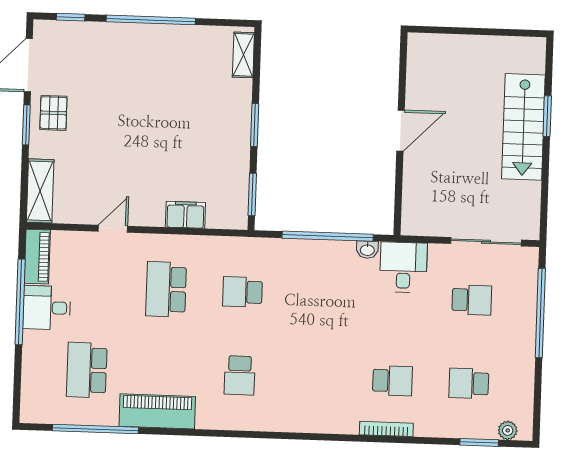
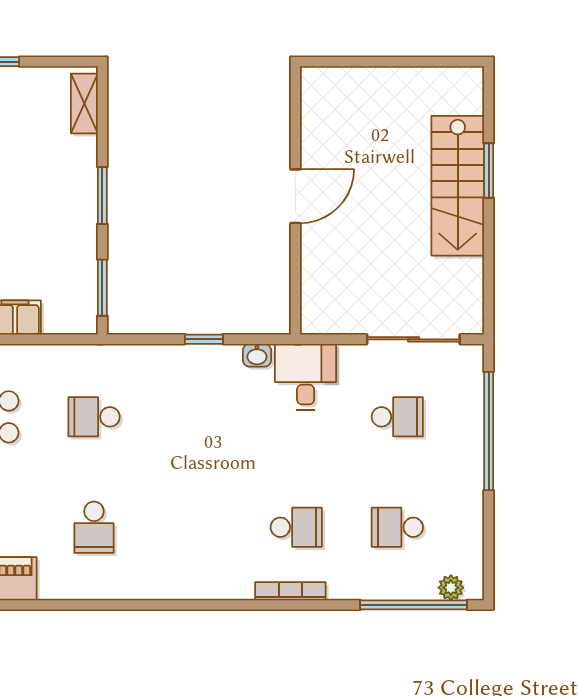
window: (328, 236) -> (204, 339), width x0.32
window: (479, 442) -> (414, 605), width x2.11

